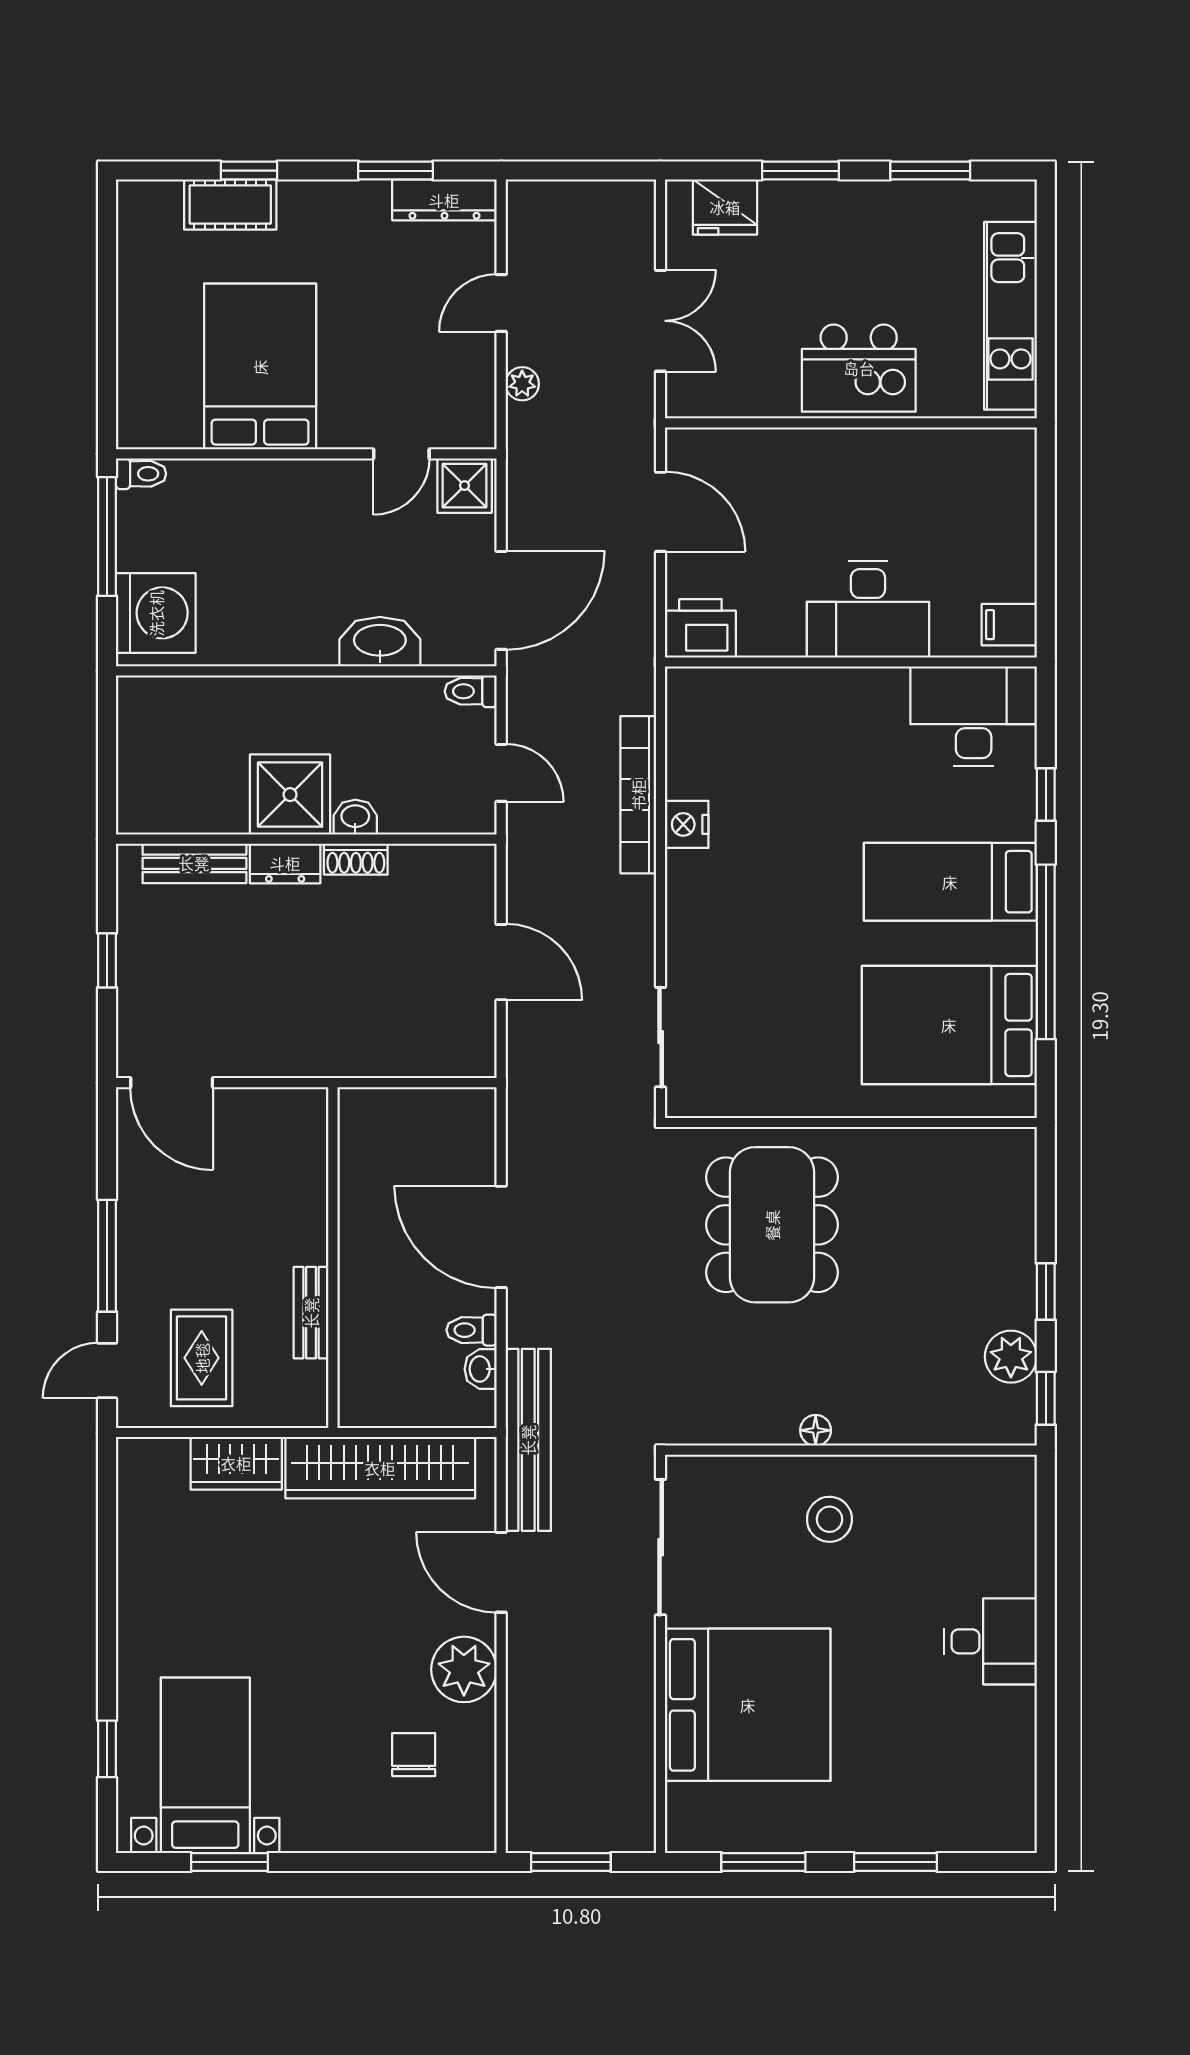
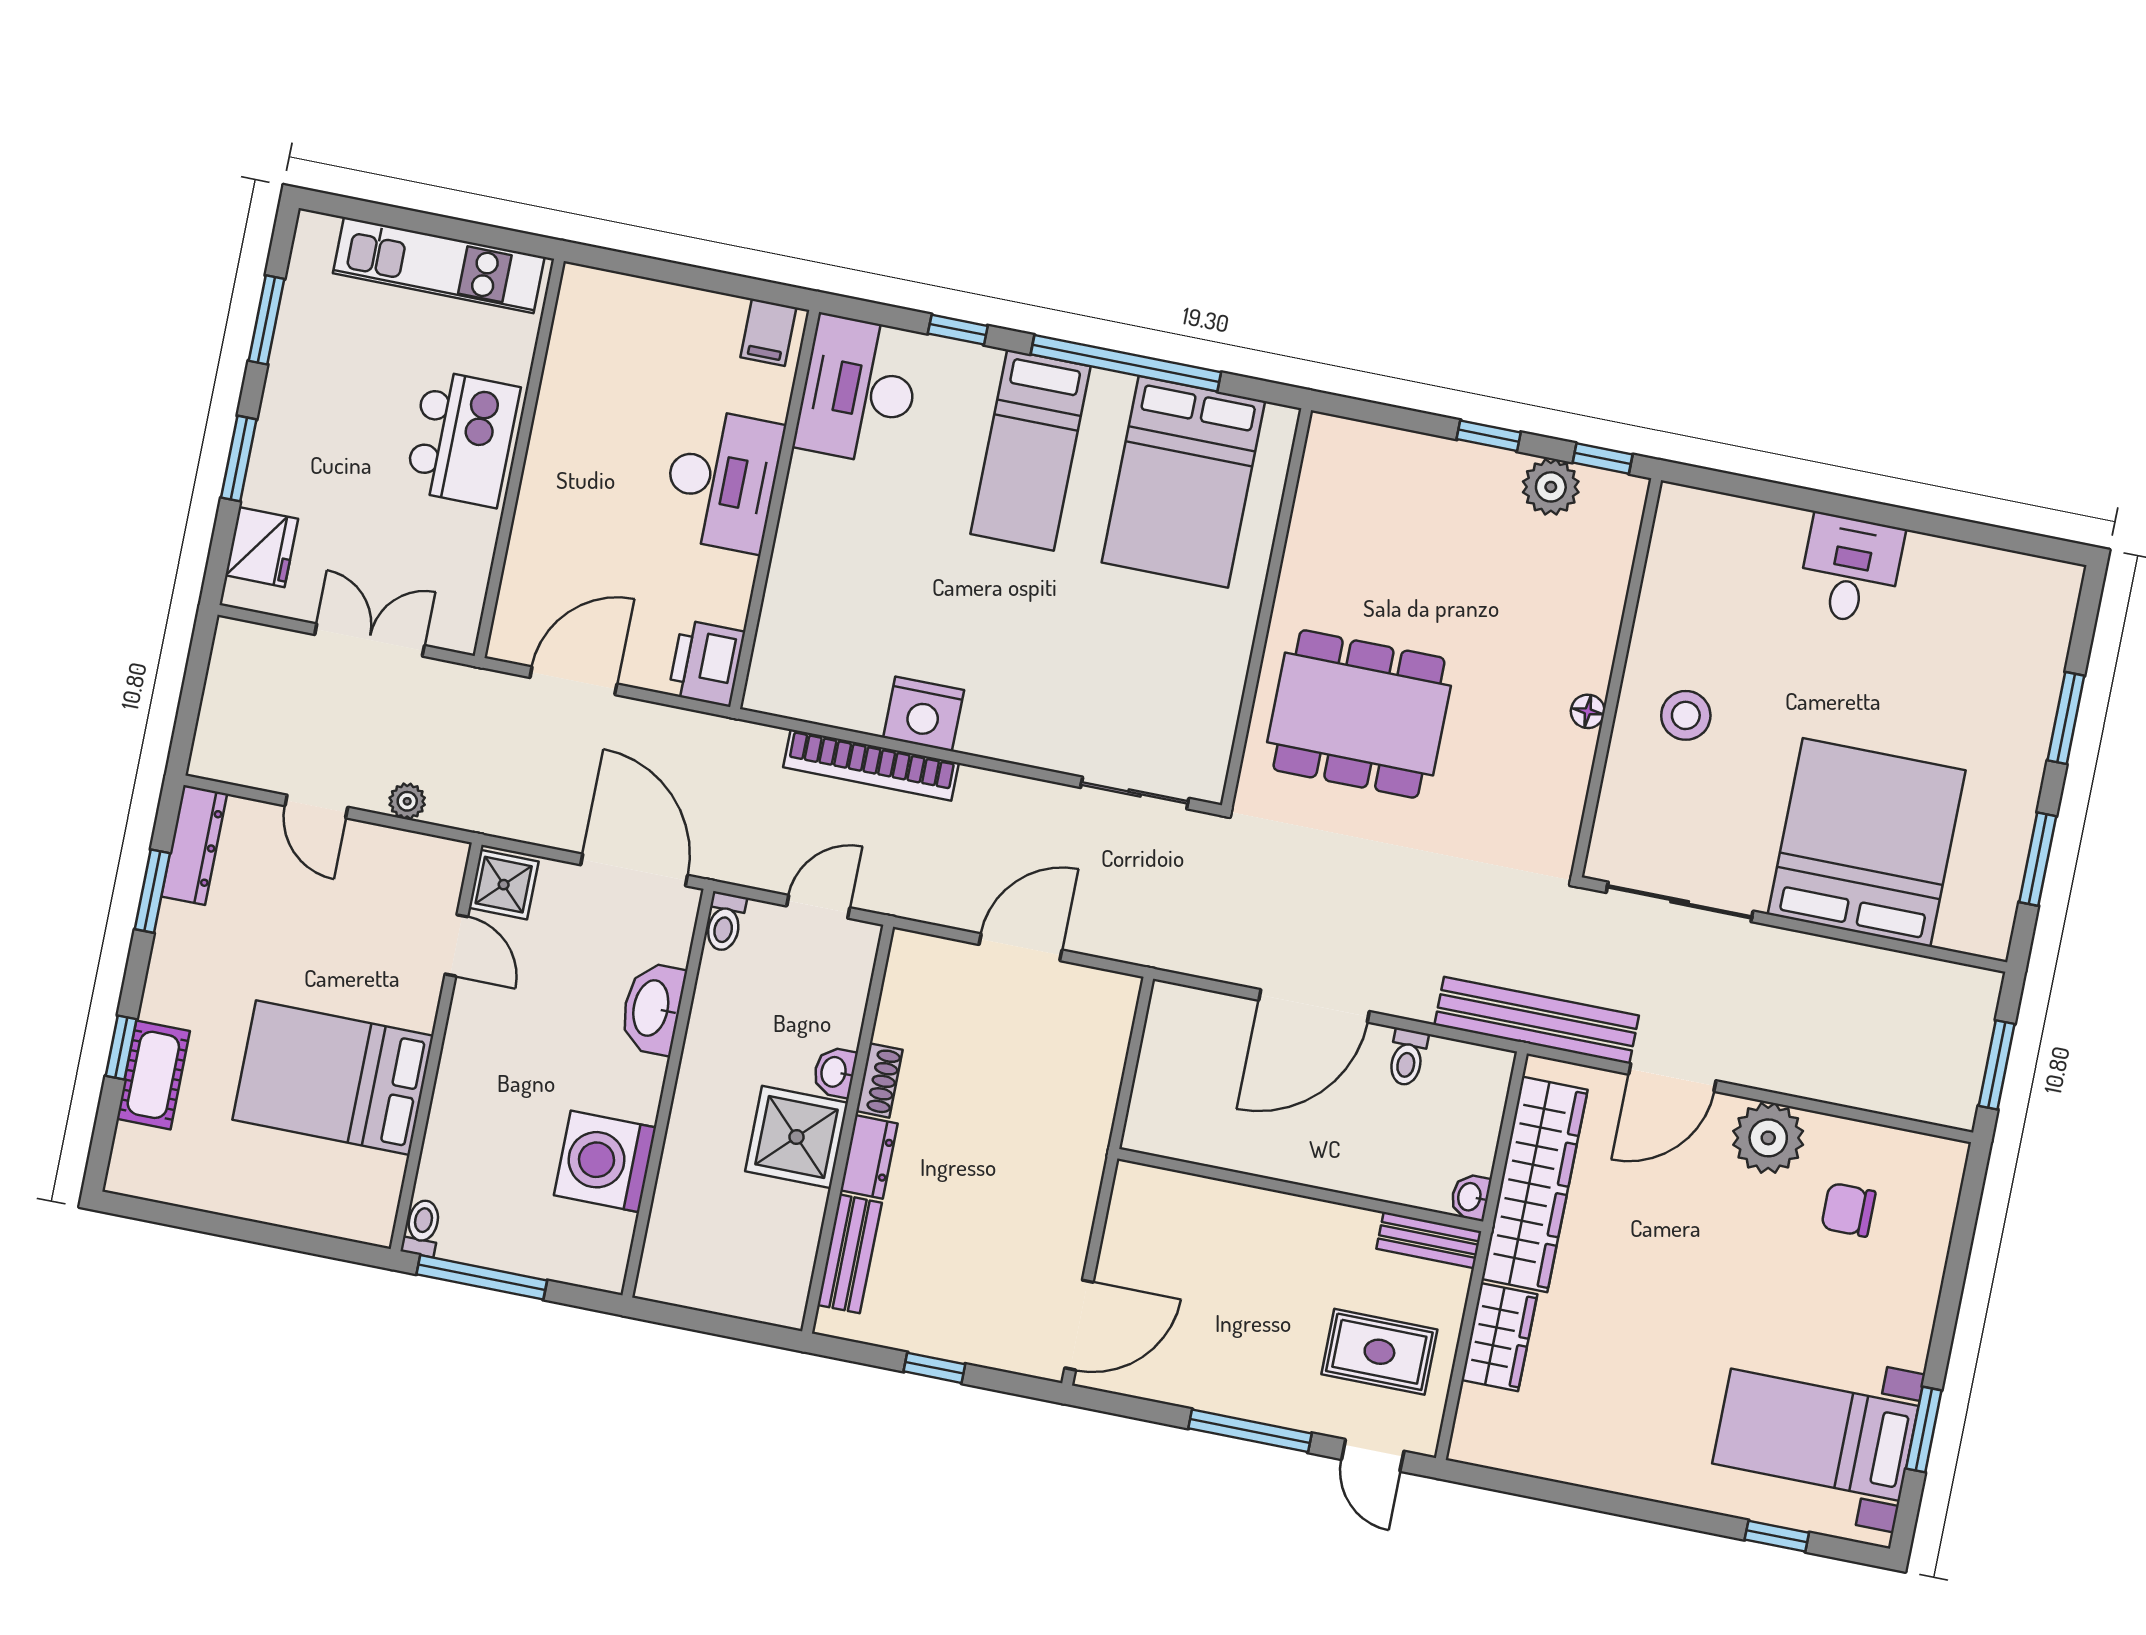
washing machine: (156, 613) -> (605, 1161), moved, turned -90
nightstand: (687, 824) -> (924, 714), width x1.36, depth x1.33
bench: (311, 1313) -> (1429, 1240), moved
washbasin: (481, 1369) -> (1470, 1197), moved, turned 90

